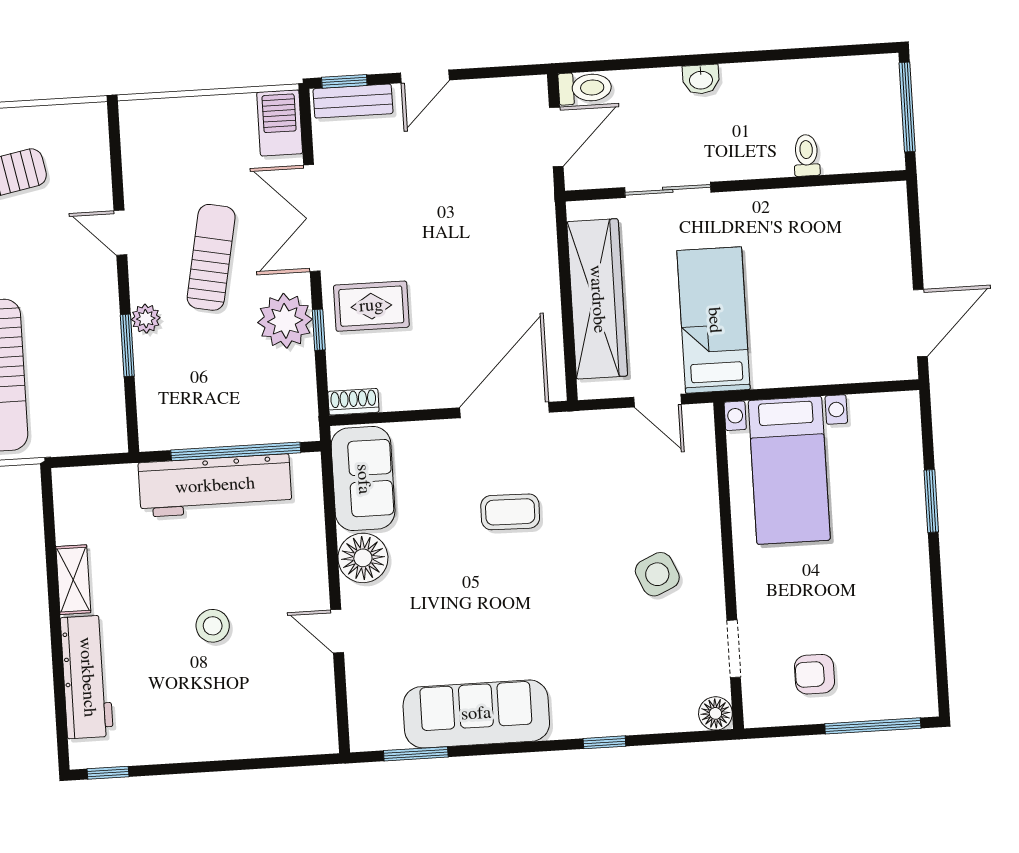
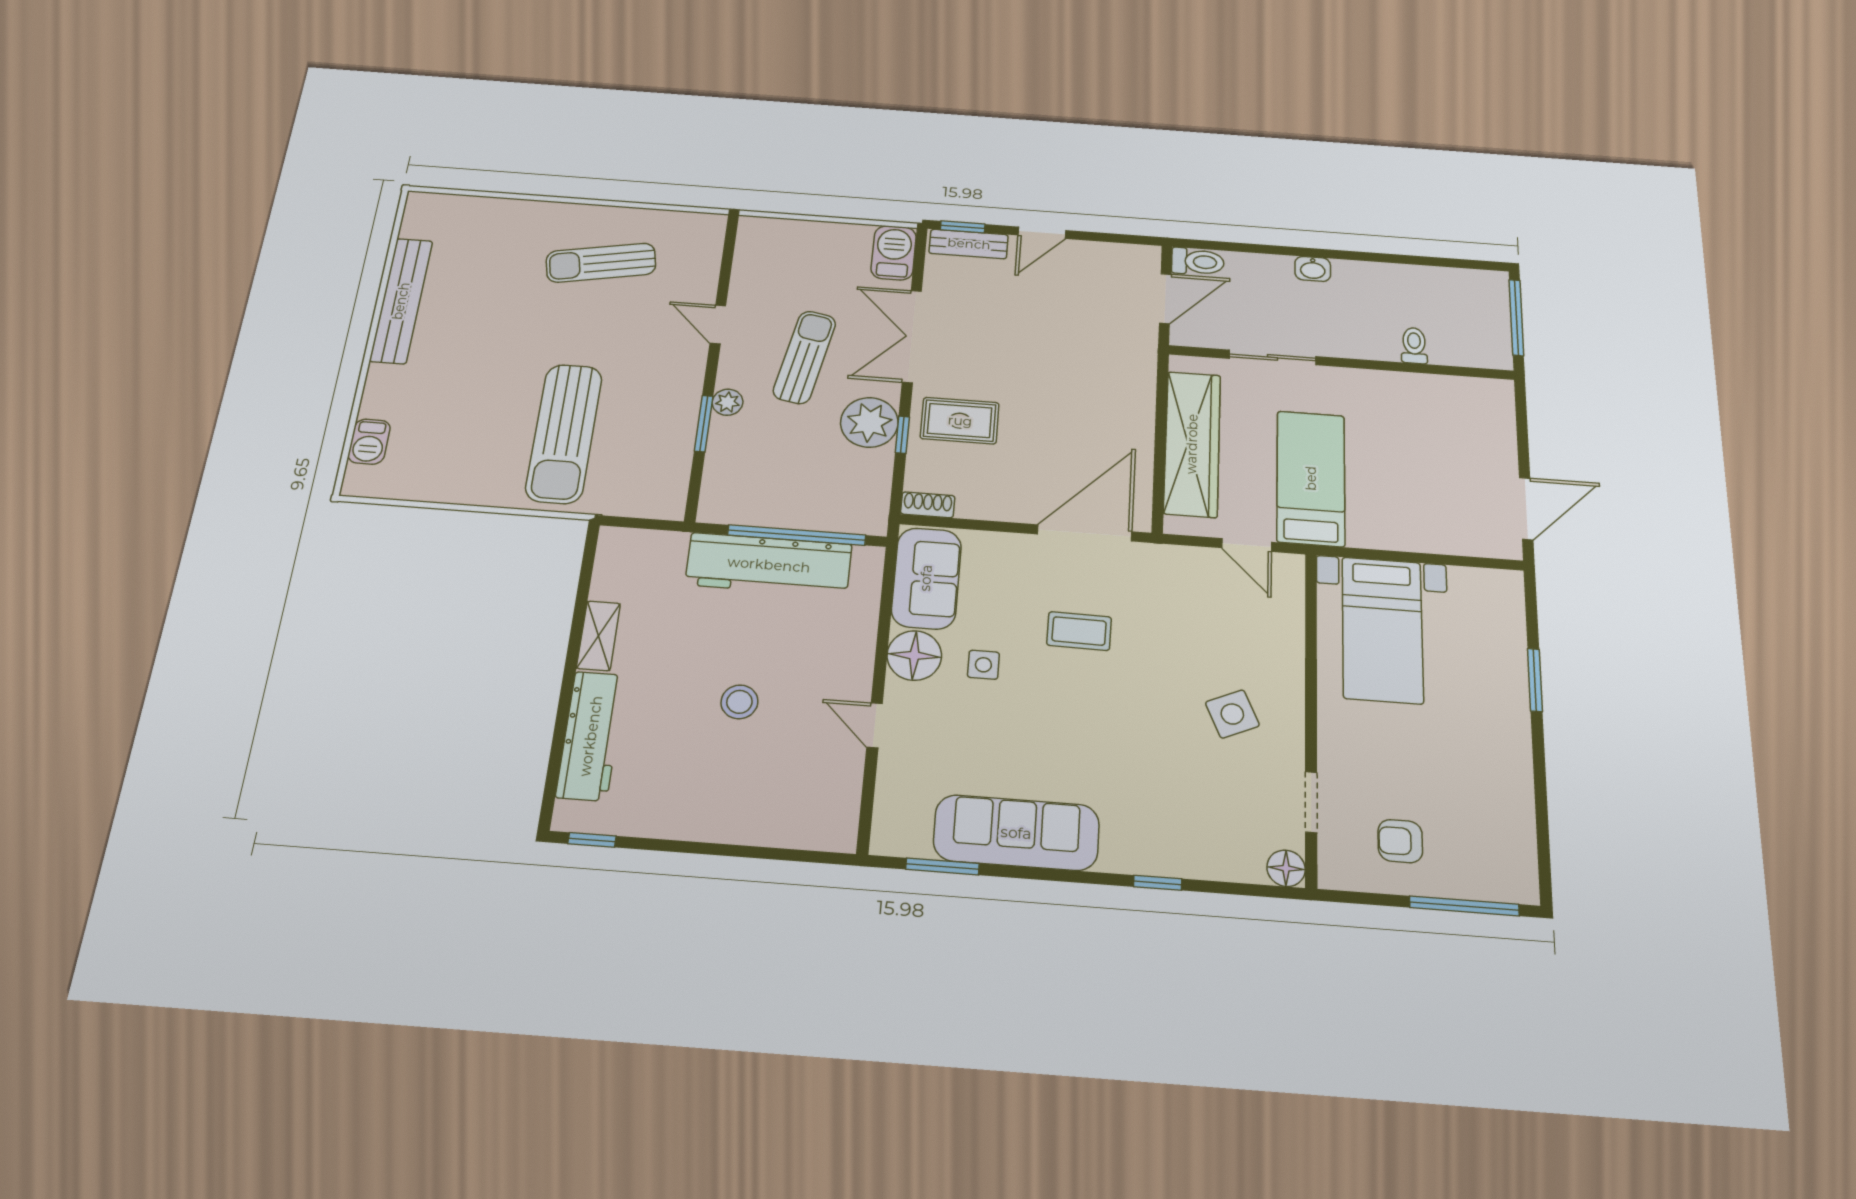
side table: (427, 558) -> (983, 665), added

